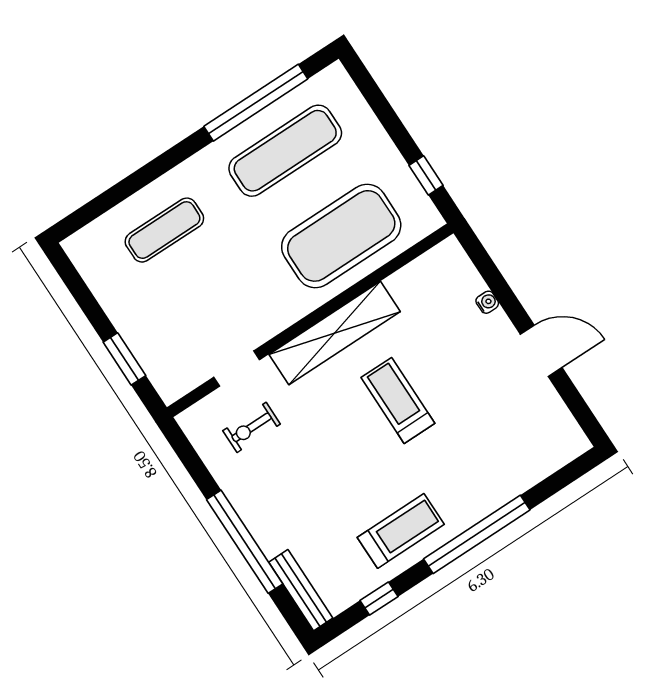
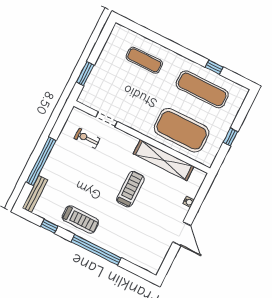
window: (256, 103) -> (214, 67), width x0.32
window: (426, 175) -> (230, 137), moved
shelving: (335, 333) -> (164, 160), moved

